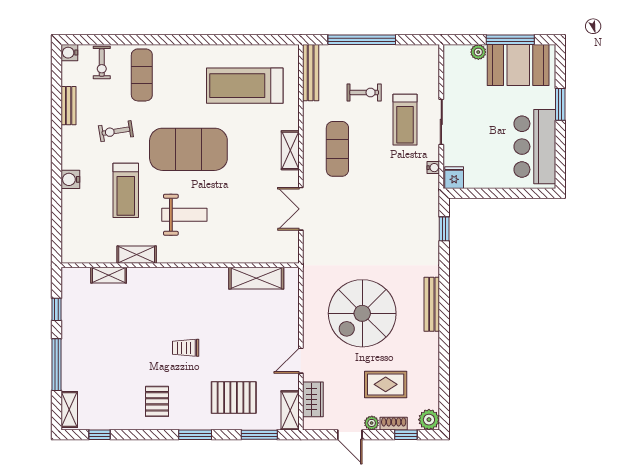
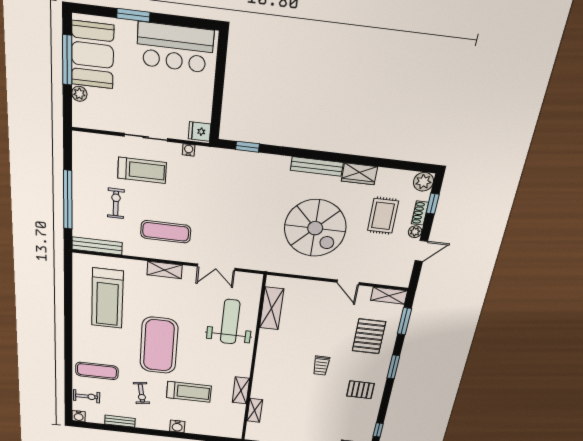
weight bench: (184, 215) -> (230, 322), moved, width x1.36, depth x1.33
wardrobe: (313, 399) -> (359, 174), moved, turned 180

